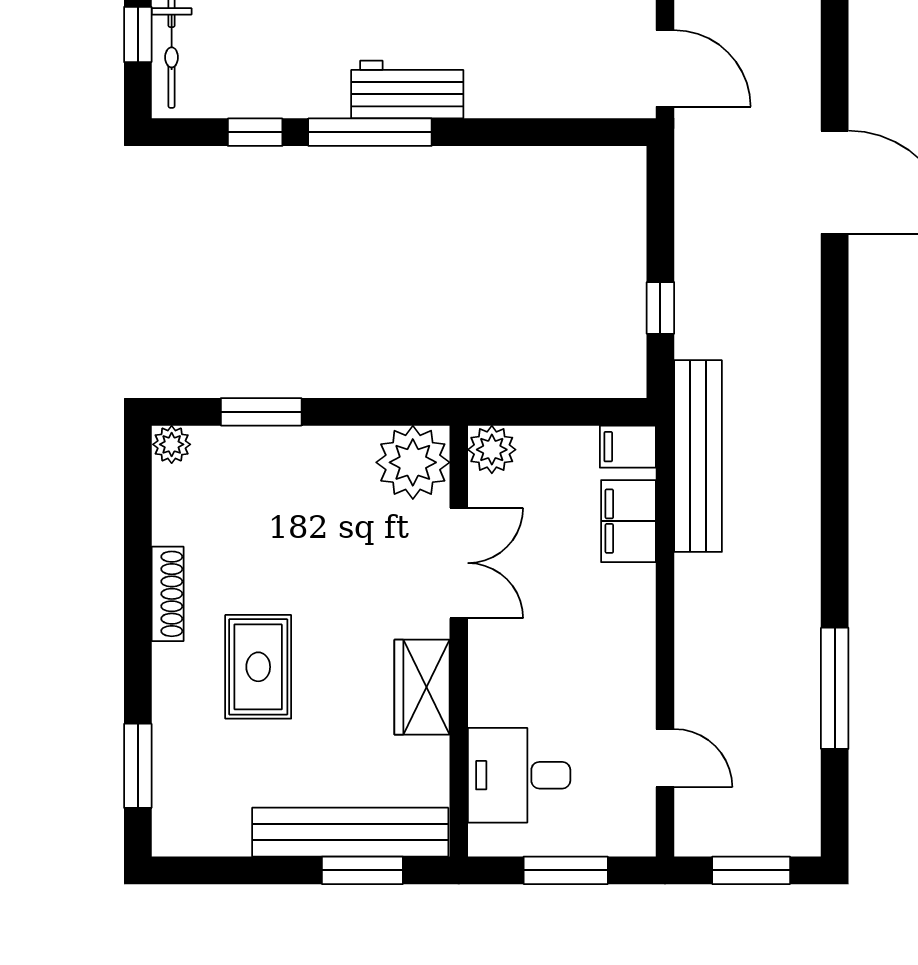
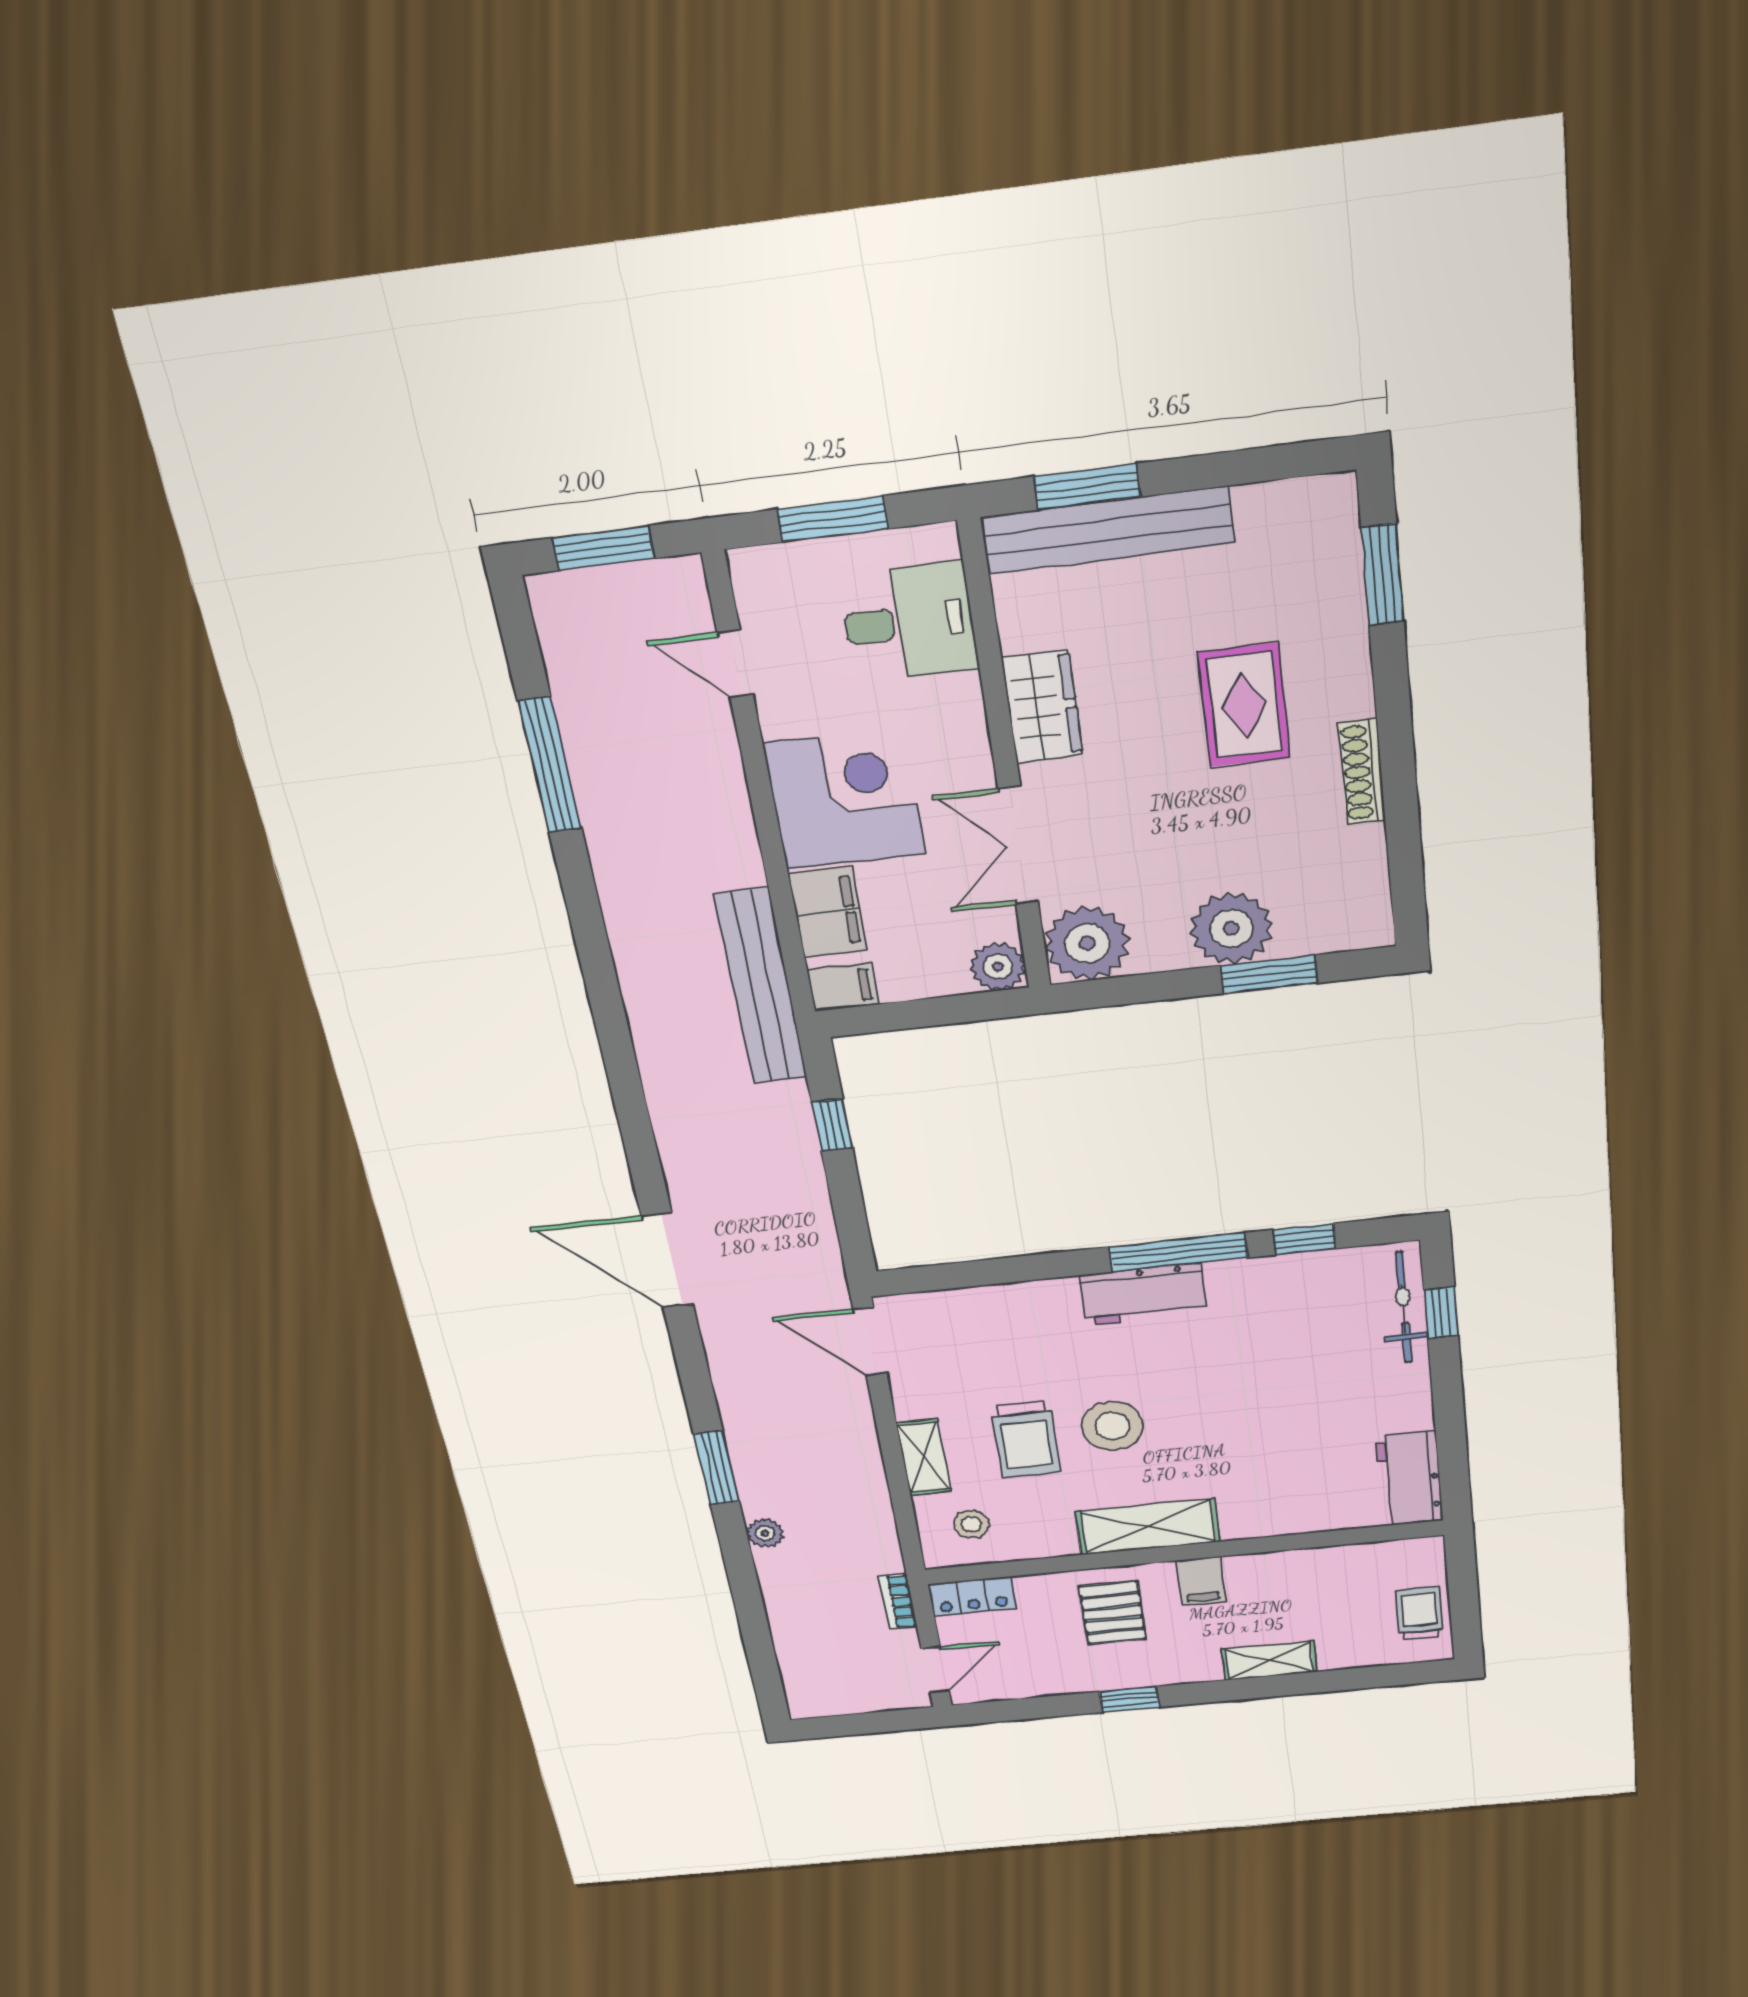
plant: (172, 444) -> (1231, 928), moved, width x1.88, depth x1.88
corner desk: (596, 625) -> (845, 799), added

